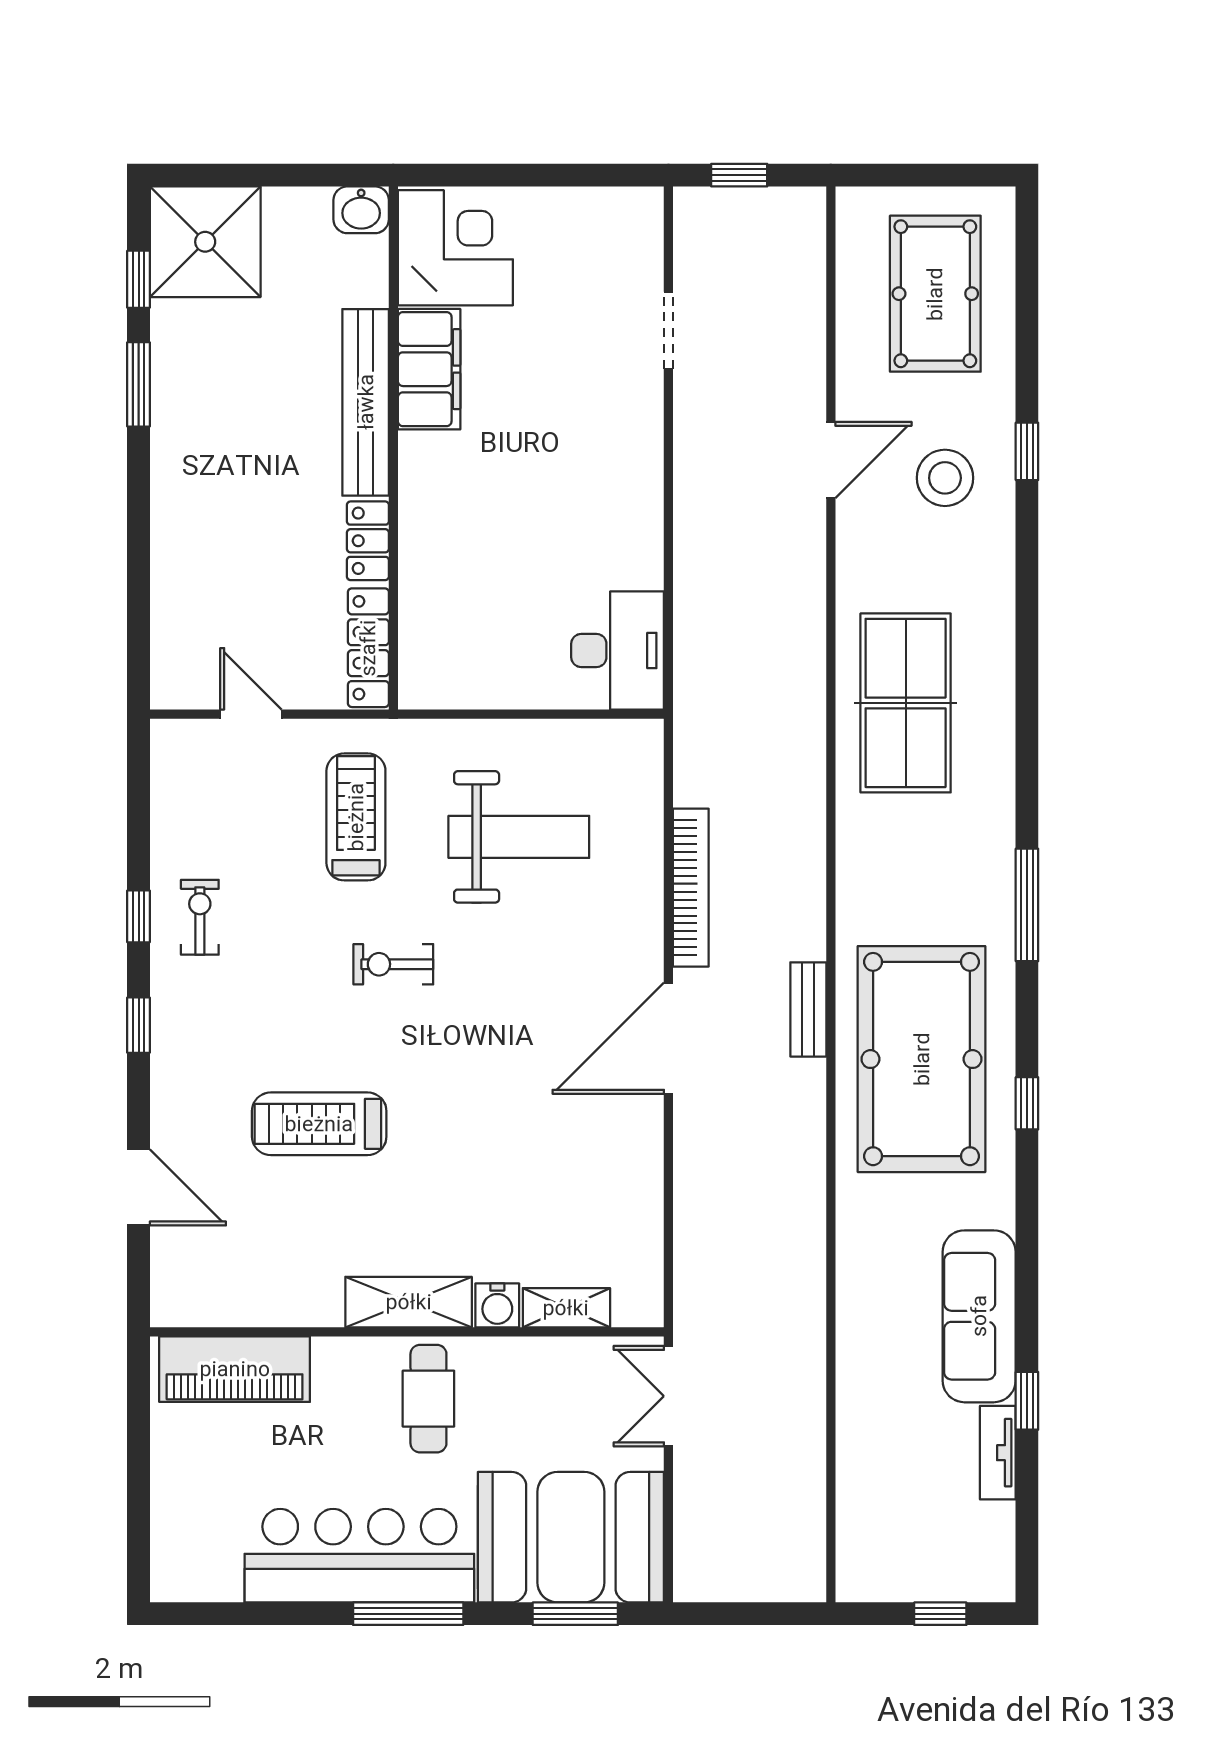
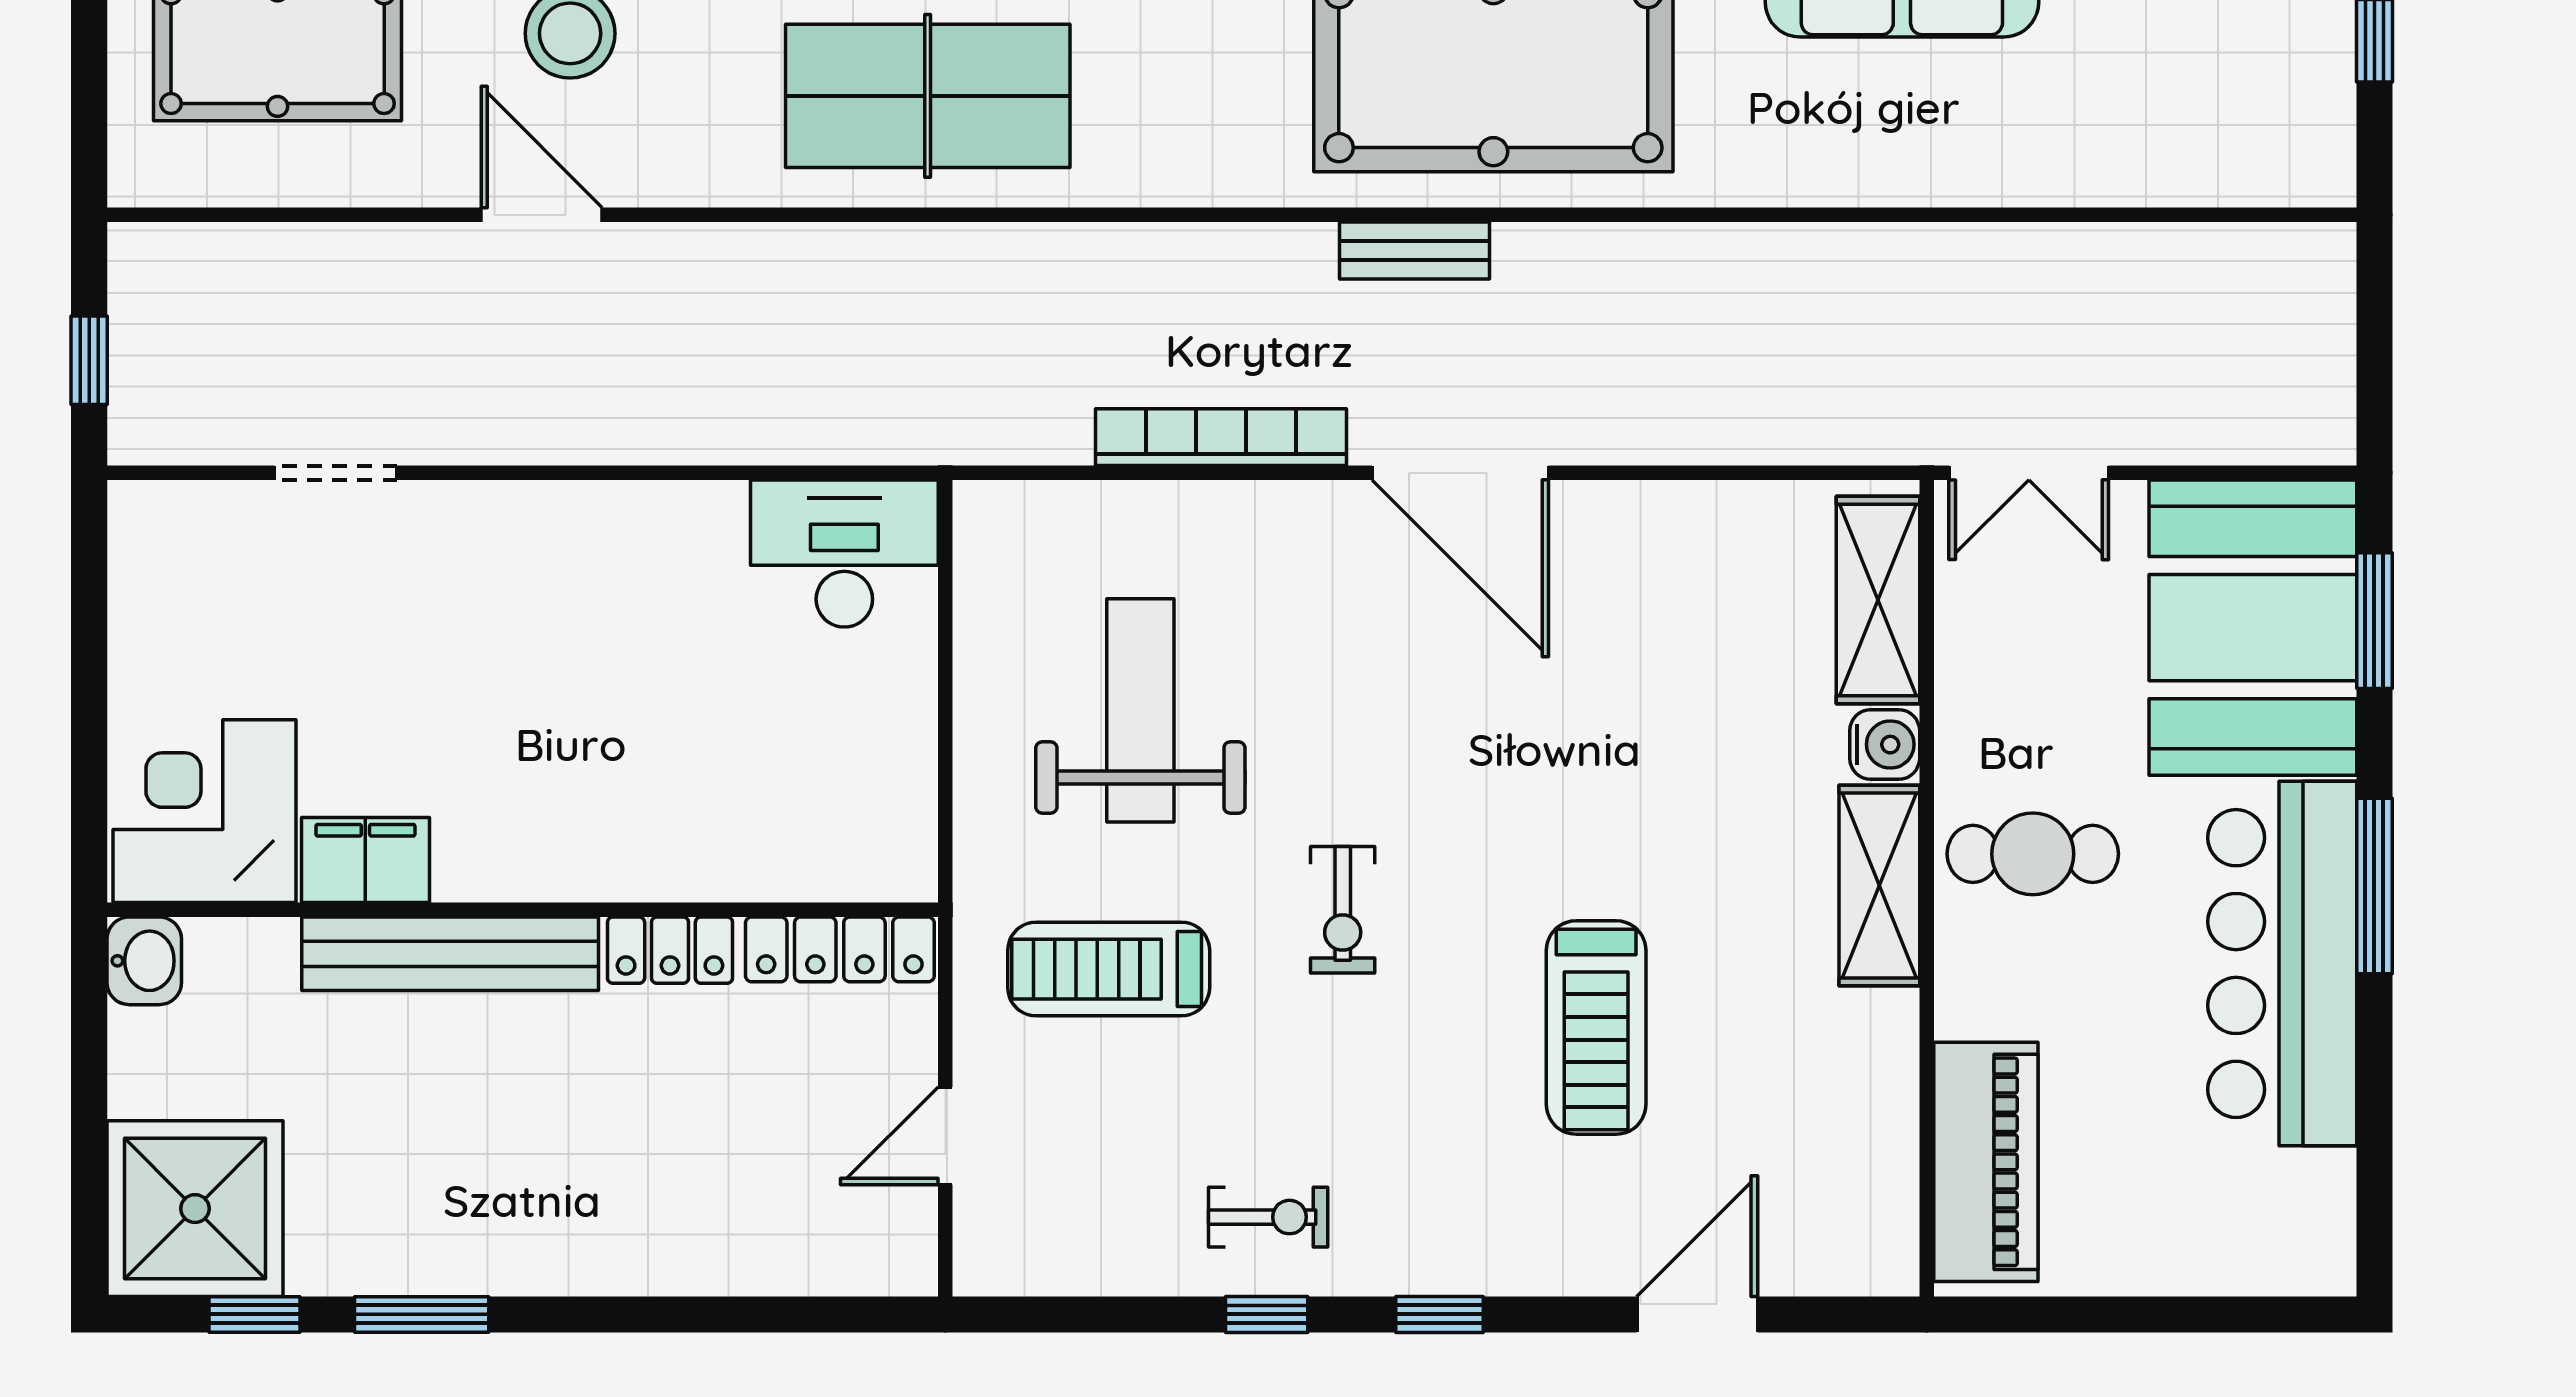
filing cabinet: (429, 369) -> (365, 860), width x0.67, depth x0.86
exercise bike: (200, 917) -> (1268, 1217), turned 180
shelving: (566, 1308) -> (1878, 600), width x1.50, depth x1.33

